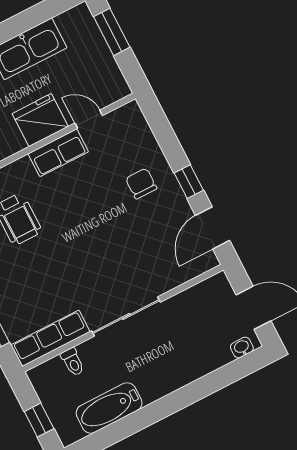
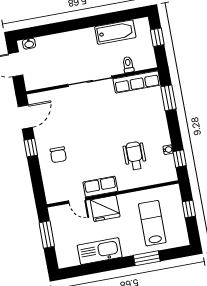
window: (112, 32) -> (47, 234), moved

